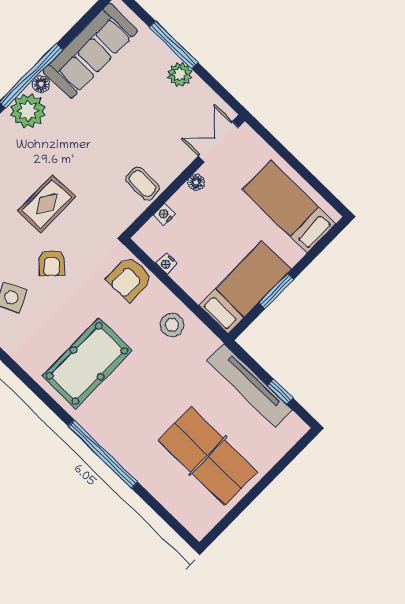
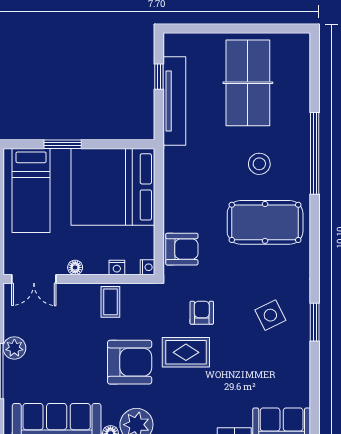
armchair: (82, 153) -> (130, 362), added
armchair: (52, 263) -> (202, 313), moved, turned -45
nightstand: (167, 263) -> (147, 267), moved
bed: (245, 287) -> (113, 187), width x2.04
window: (276, 291) -> (63, 144), moved
stool: (172, 325) -> (259, 164), moved

